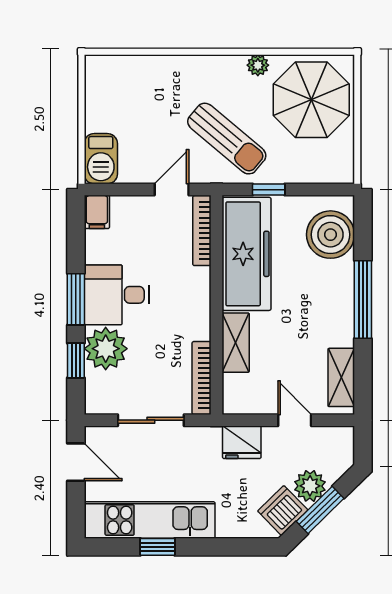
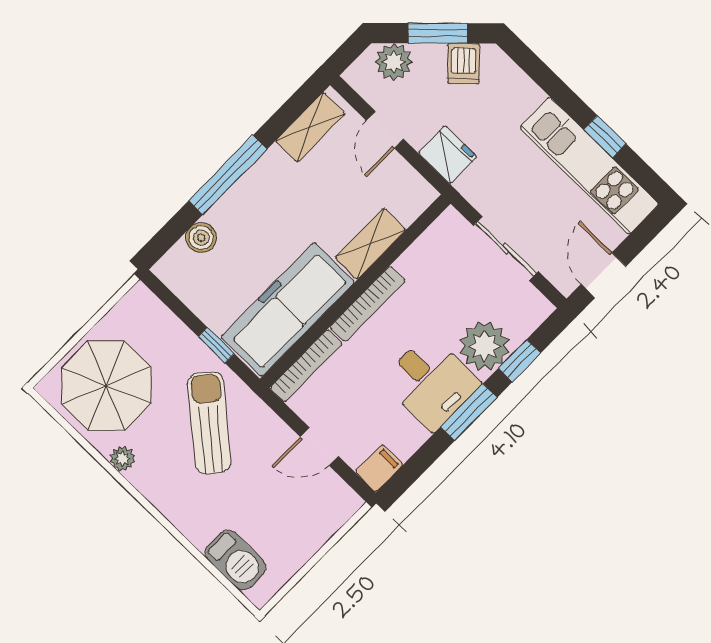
barbecue: (101, 159) -> (235, 560), moved, turned 90
door: (172, 190) -> (319, 446), moved
boiler: (331, 235) -> (201, 238), width x0.54, depth x0.54
bookcase: (202, 378) -> (368, 304), moved
plant: (310, 486) -> (394, 62), moved
dishwasher: (283, 510) -> (463, 64), width x0.73

